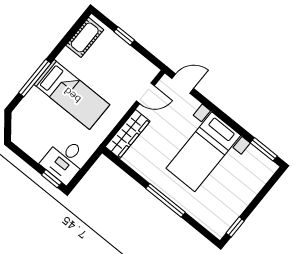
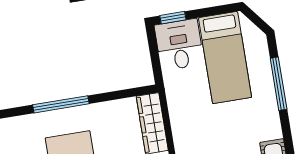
bed: (72, 95) -> (225, 58), moved, turned -90

